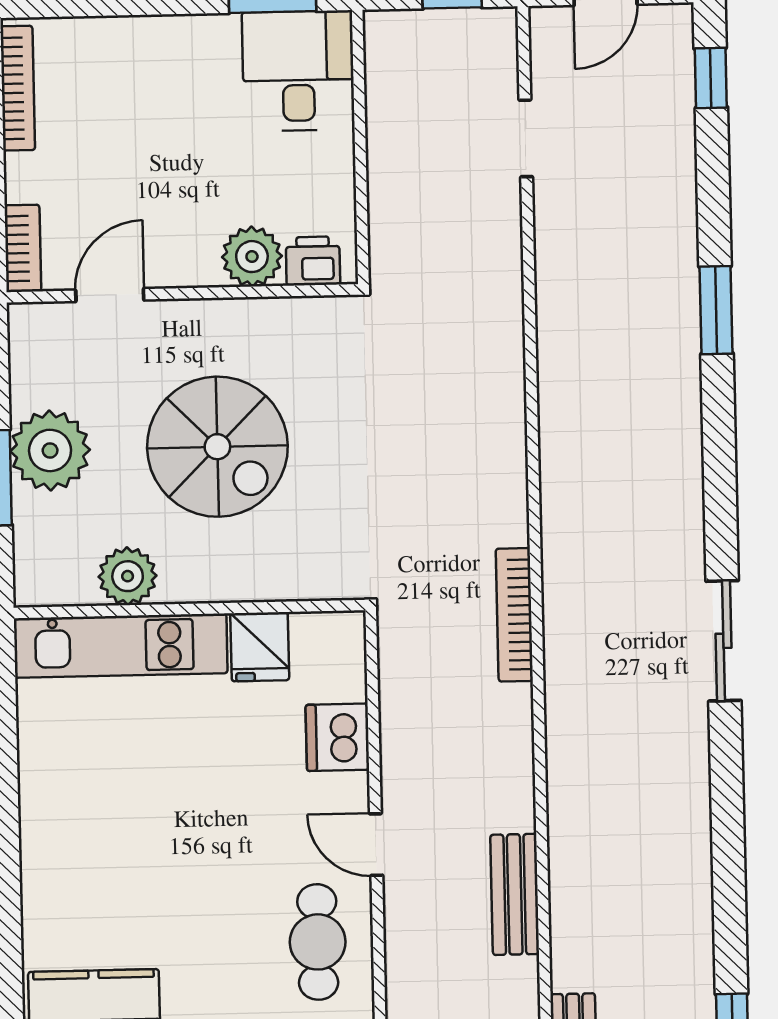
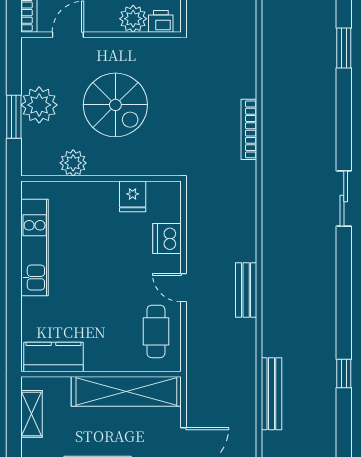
bookcase: (514, 615) -> (249, 129), moved
kitchen unit: (121, 646) -> (35, 248), moved, turned -90
bench: (515, 894) -> (246, 290), moved

